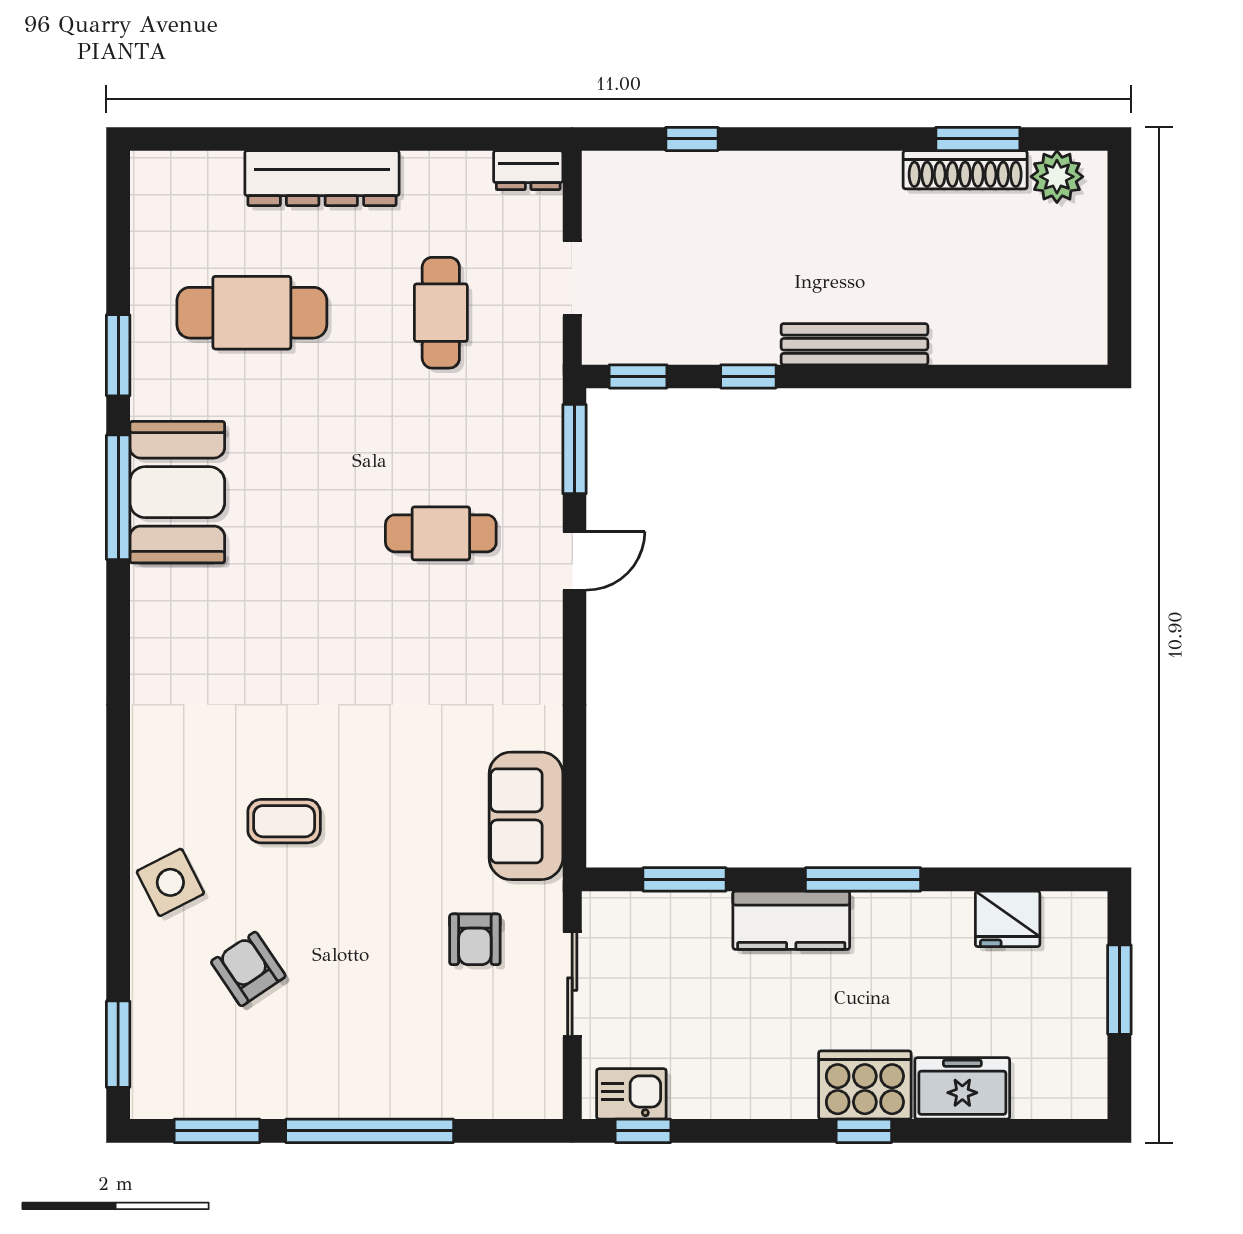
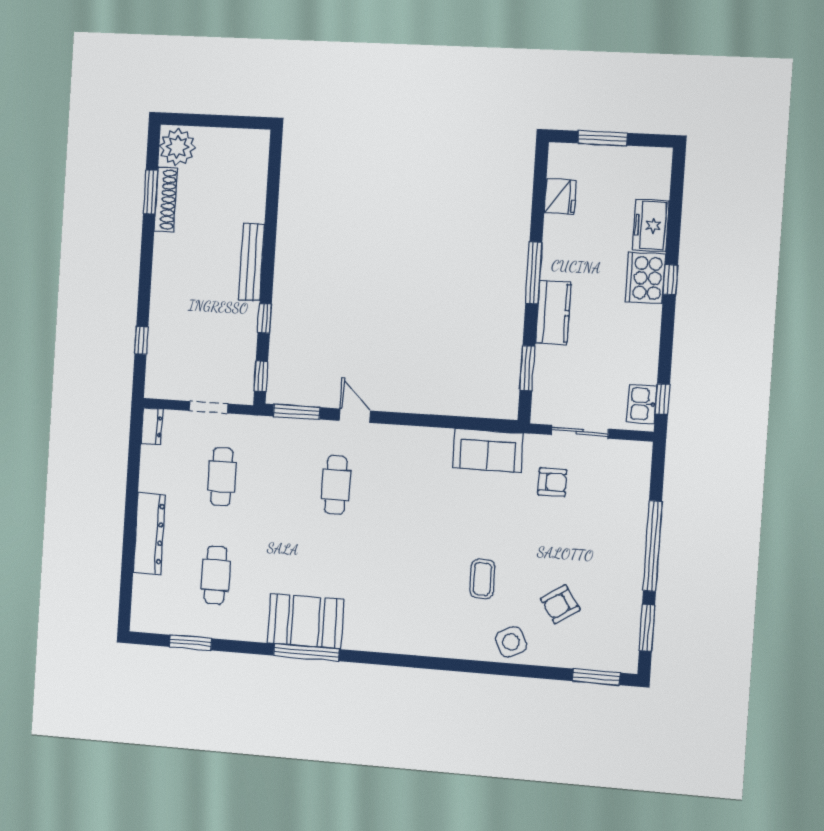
plant: (1057, 177) -> (177, 147), width x1.36, depth x1.36
cafe table: (252, 313) -> (216, 575), width x0.73, depth x0.74
cafe table: (441, 313) -> (222, 477), turned 90
window: (118, 355) -> (191, 643), moved

